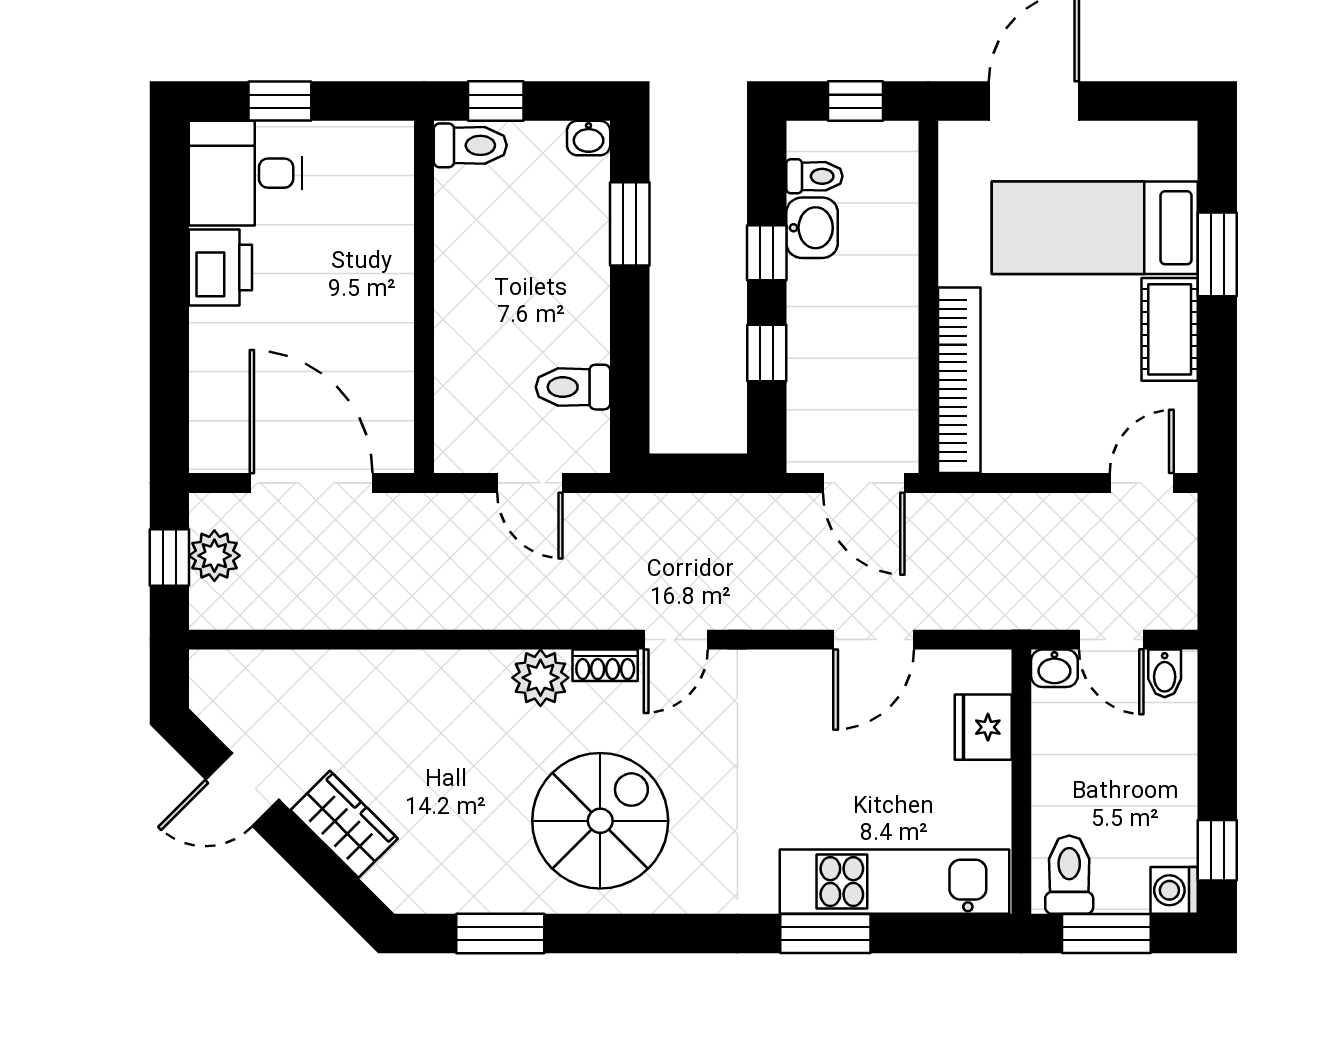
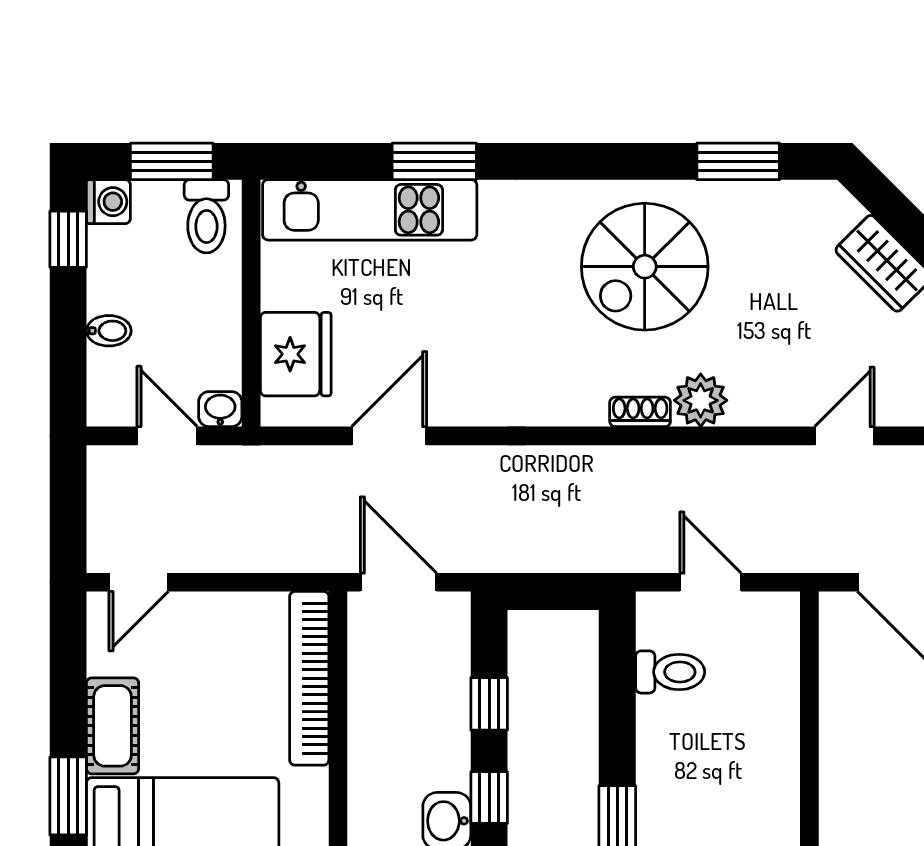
door: (676, 640) -> (844, 436), moved
bidet: (1165, 673) -> (109, 331), moved, turned 90
fridge: (983, 727) -> (296, 354), width x1.36, depth x1.34

